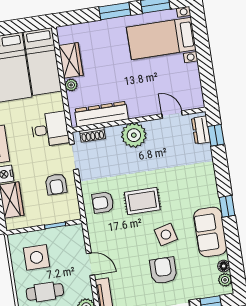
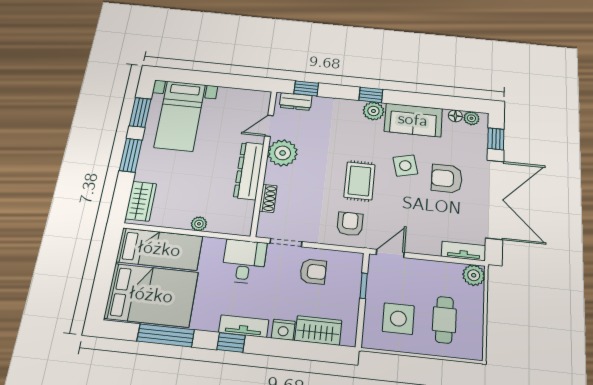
wardrobe: (71, 60) -> (141, 201), moved, turned 90
dresser: (101, 114) -> (249, 171), moved
shoe rack: (93, 135) -> (268, 198), moved
plant: (134, 135) -> (283, 153), moved
plant: (210, 197) -> (373, 111), added
armchair: (103, 202) -> (350, 224), turned 180
window: (227, 206) -> (371, 95), moved
door: (91, 264) -> (390, 253), moved

